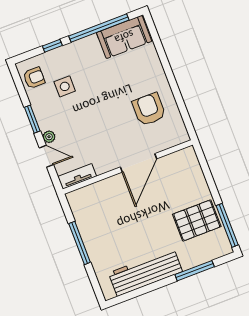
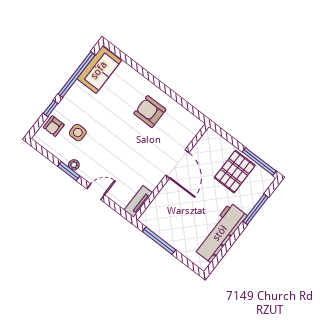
armchair: (34, 78) -> (54, 126), moved, turned 180
plant: (49, 137) -> (74, 165), moved
door: (138, 163) -> (177, 164), moved
wall: (128, 167) -> (171, 172), moved
tv unit: (77, 176) -> (138, 201), moved

